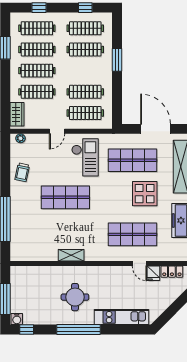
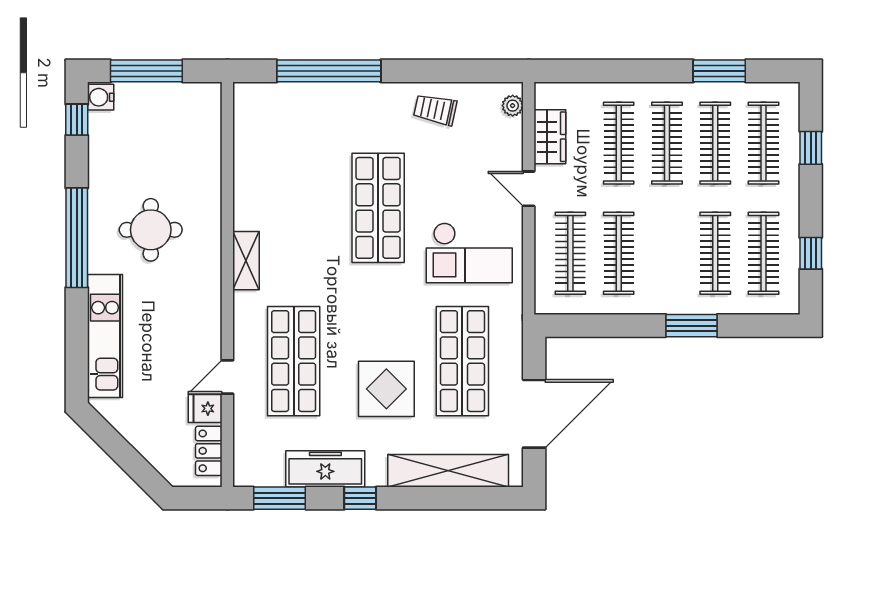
wardrobe: (17, 114) -> (550, 137), moved, turned -90
shelving: (71, 255) -> (246, 261), moved

